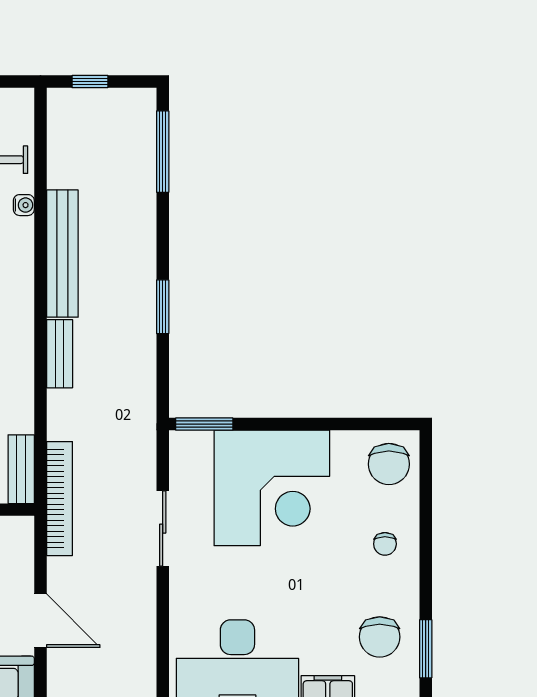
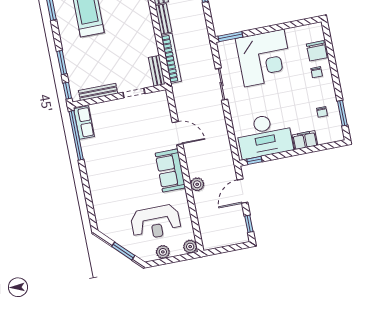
chair: (389, 464) -> (317, 51), moved
bookcase: (59, 499) -> (171, 58), moved
chair: (380, 637) -> (322, 112), width x0.54, depth x0.54

